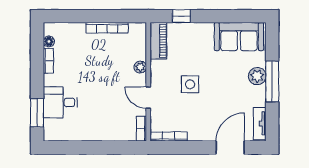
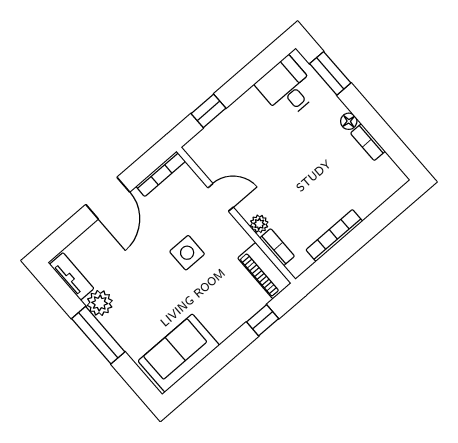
floor lamp: (49, 41) -> (349, 121), moved
plant: (257, 76) -> (100, 303), moved
desk: (60, 102) -> (287, 88), moved, turned -90
bookcase: (141, 129) -> (277, 247), moved
window: (116, 148) -> (208, 111), added
door: (230, 148) -> (108, 198), moved

